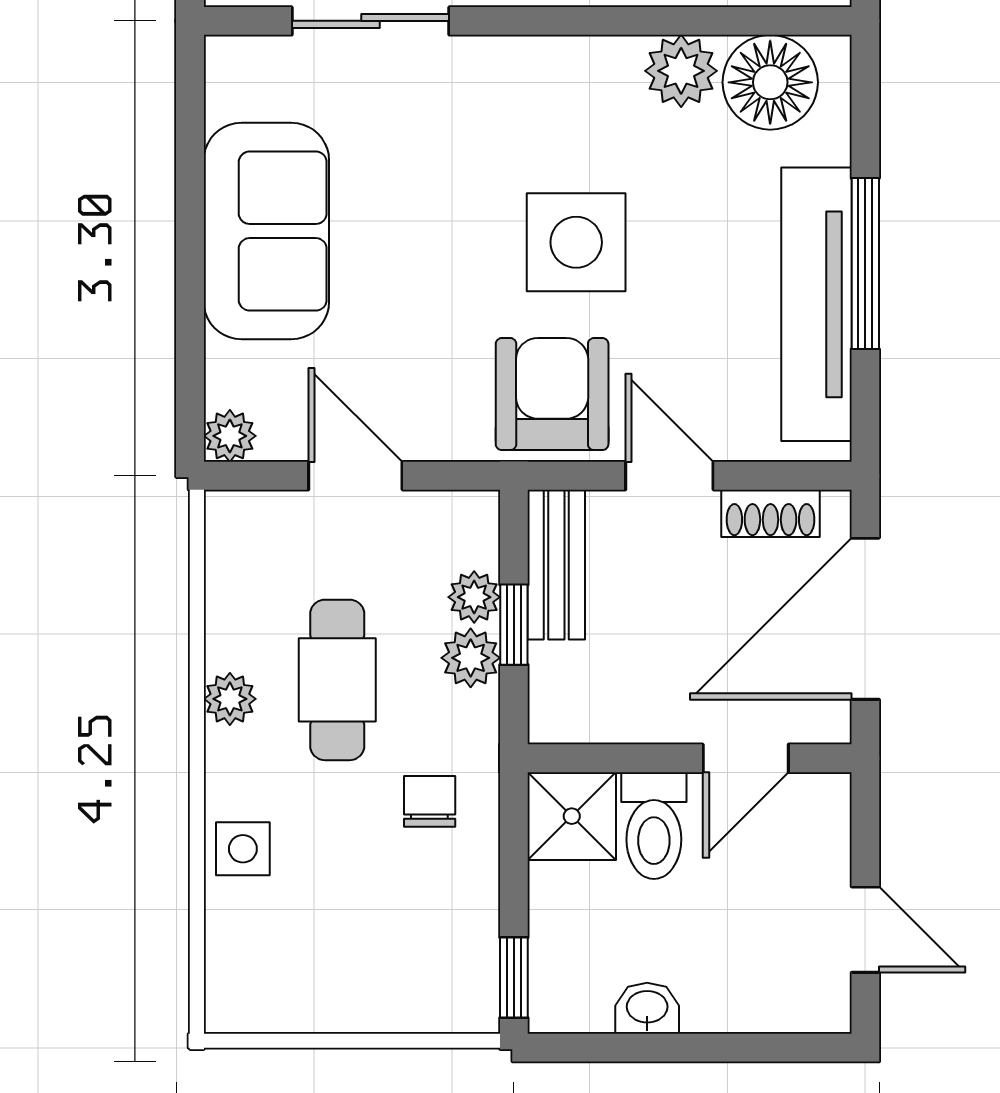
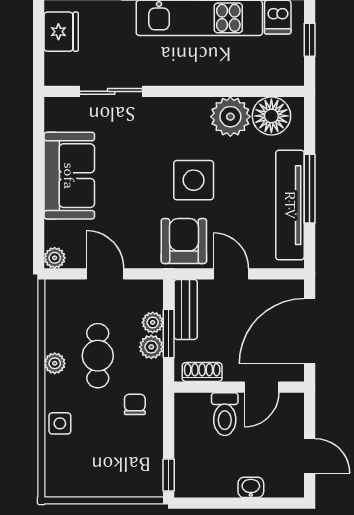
plant: (681, 71) -> (230, 117), width x1.36, depth x1.36
shoe rack: (771, 513) -> (202, 372), moved, turned 180
window: (514, 625) -> (169, 334), width x1.50
shower: (572, 816) -> (192, 410), removed
washbasin: (647, 1008) -> (251, 487), moved

